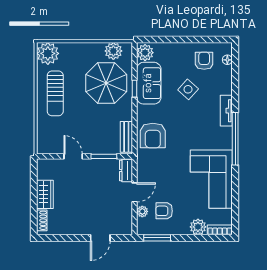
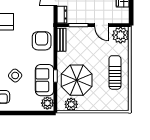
plant: (48, 53) -> (121, 35), moved

